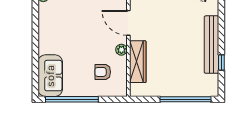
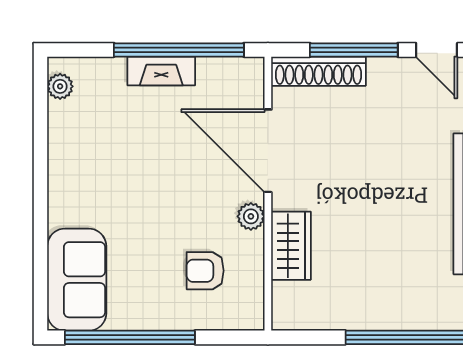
door: (128, 23) -> (268, 151), width x1.36
wardrobe: (138, 62) -> (291, 246), width x0.67

